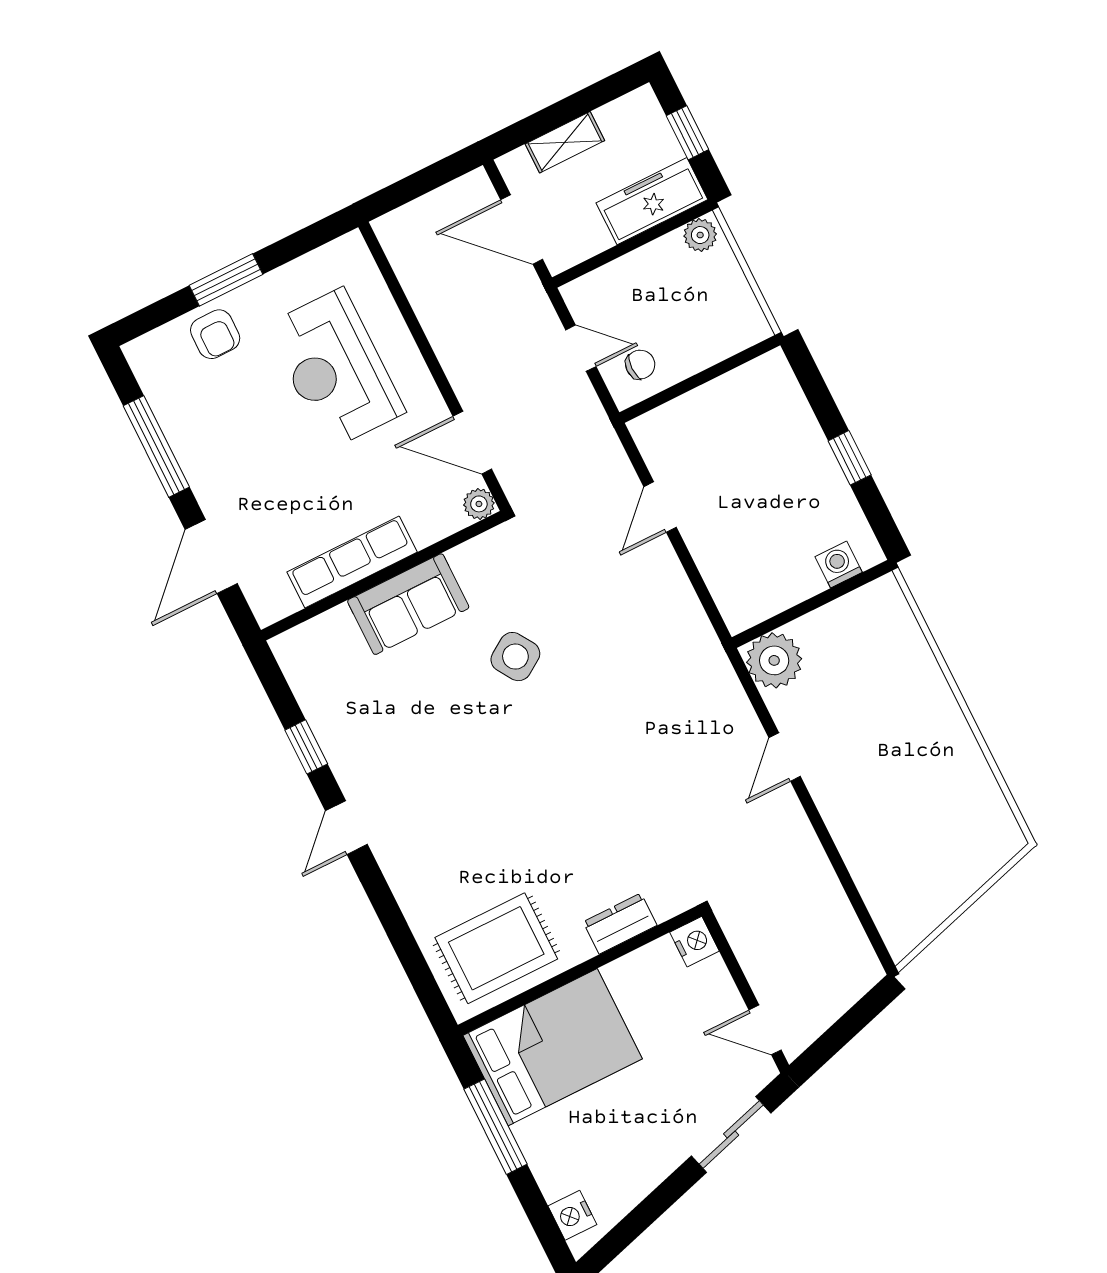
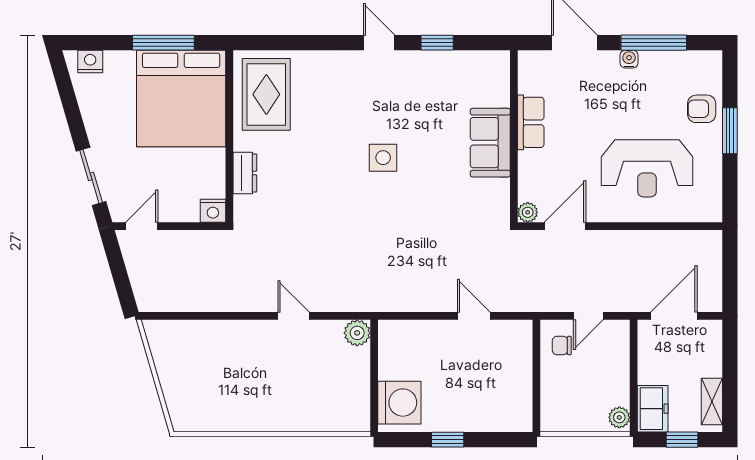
shelving: (565, 142) -> (712, 401), moved
freezer: (652, 201) -> (653, 409), width x0.71
chair: (640, 365) -> (562, 346), turned 90
reception desk: (335, 369) -> (647, 168), turned 180
water cooler: (196, 469) -> (629, 59), added
row of seats: (352, 562) -> (531, 122), width x0.68
washing machine: (839, 564) -> (399, 403), width x1.89, depth x1.89
side table: (515, 657) -> (383, 158), moved, turned 33
plant: (774, 660) -> (357, 333), width x0.73, depth x0.73
bed: (553, 1047) -> (181, 98), width x1.36

